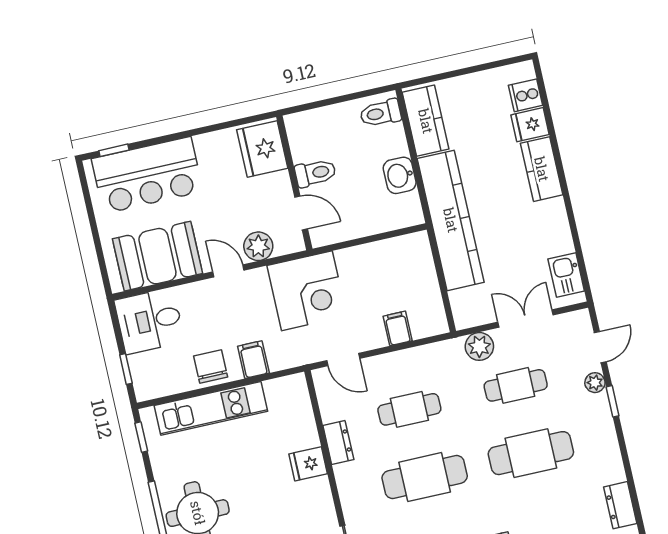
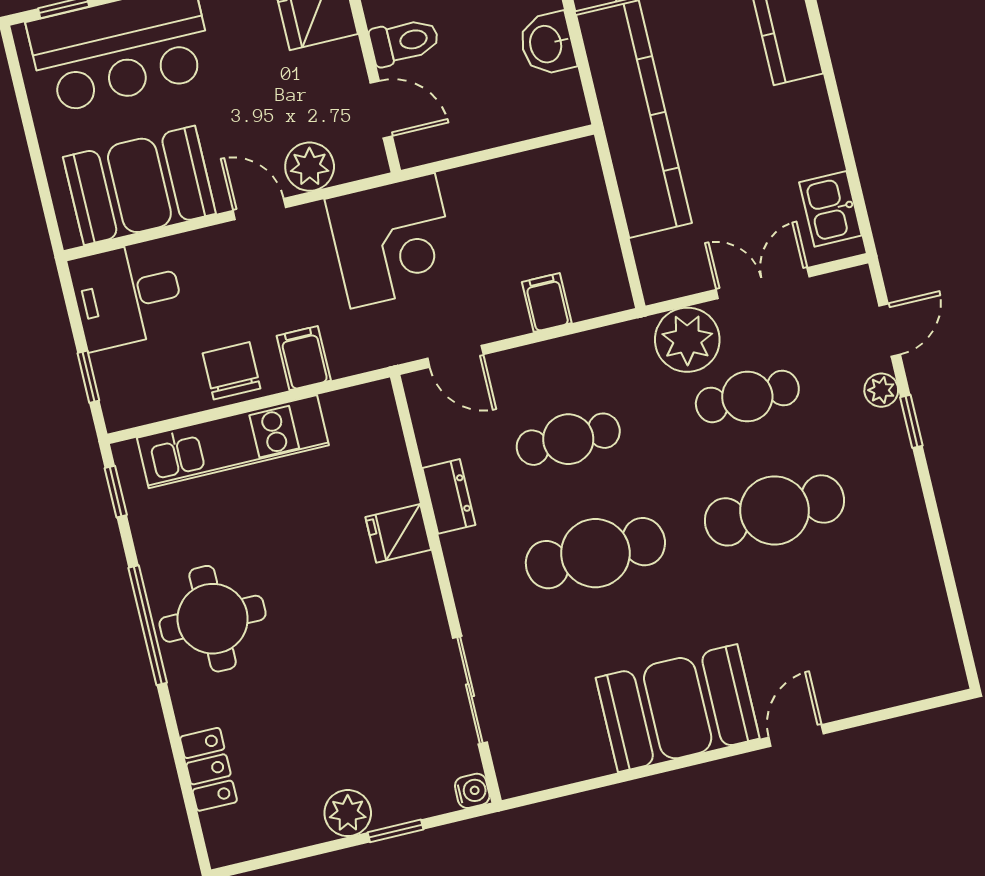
plant: (479, 346) -> (687, 340), width x1.36, depth x1.36
dresser: (620, 505) -> (927, 597), removed

